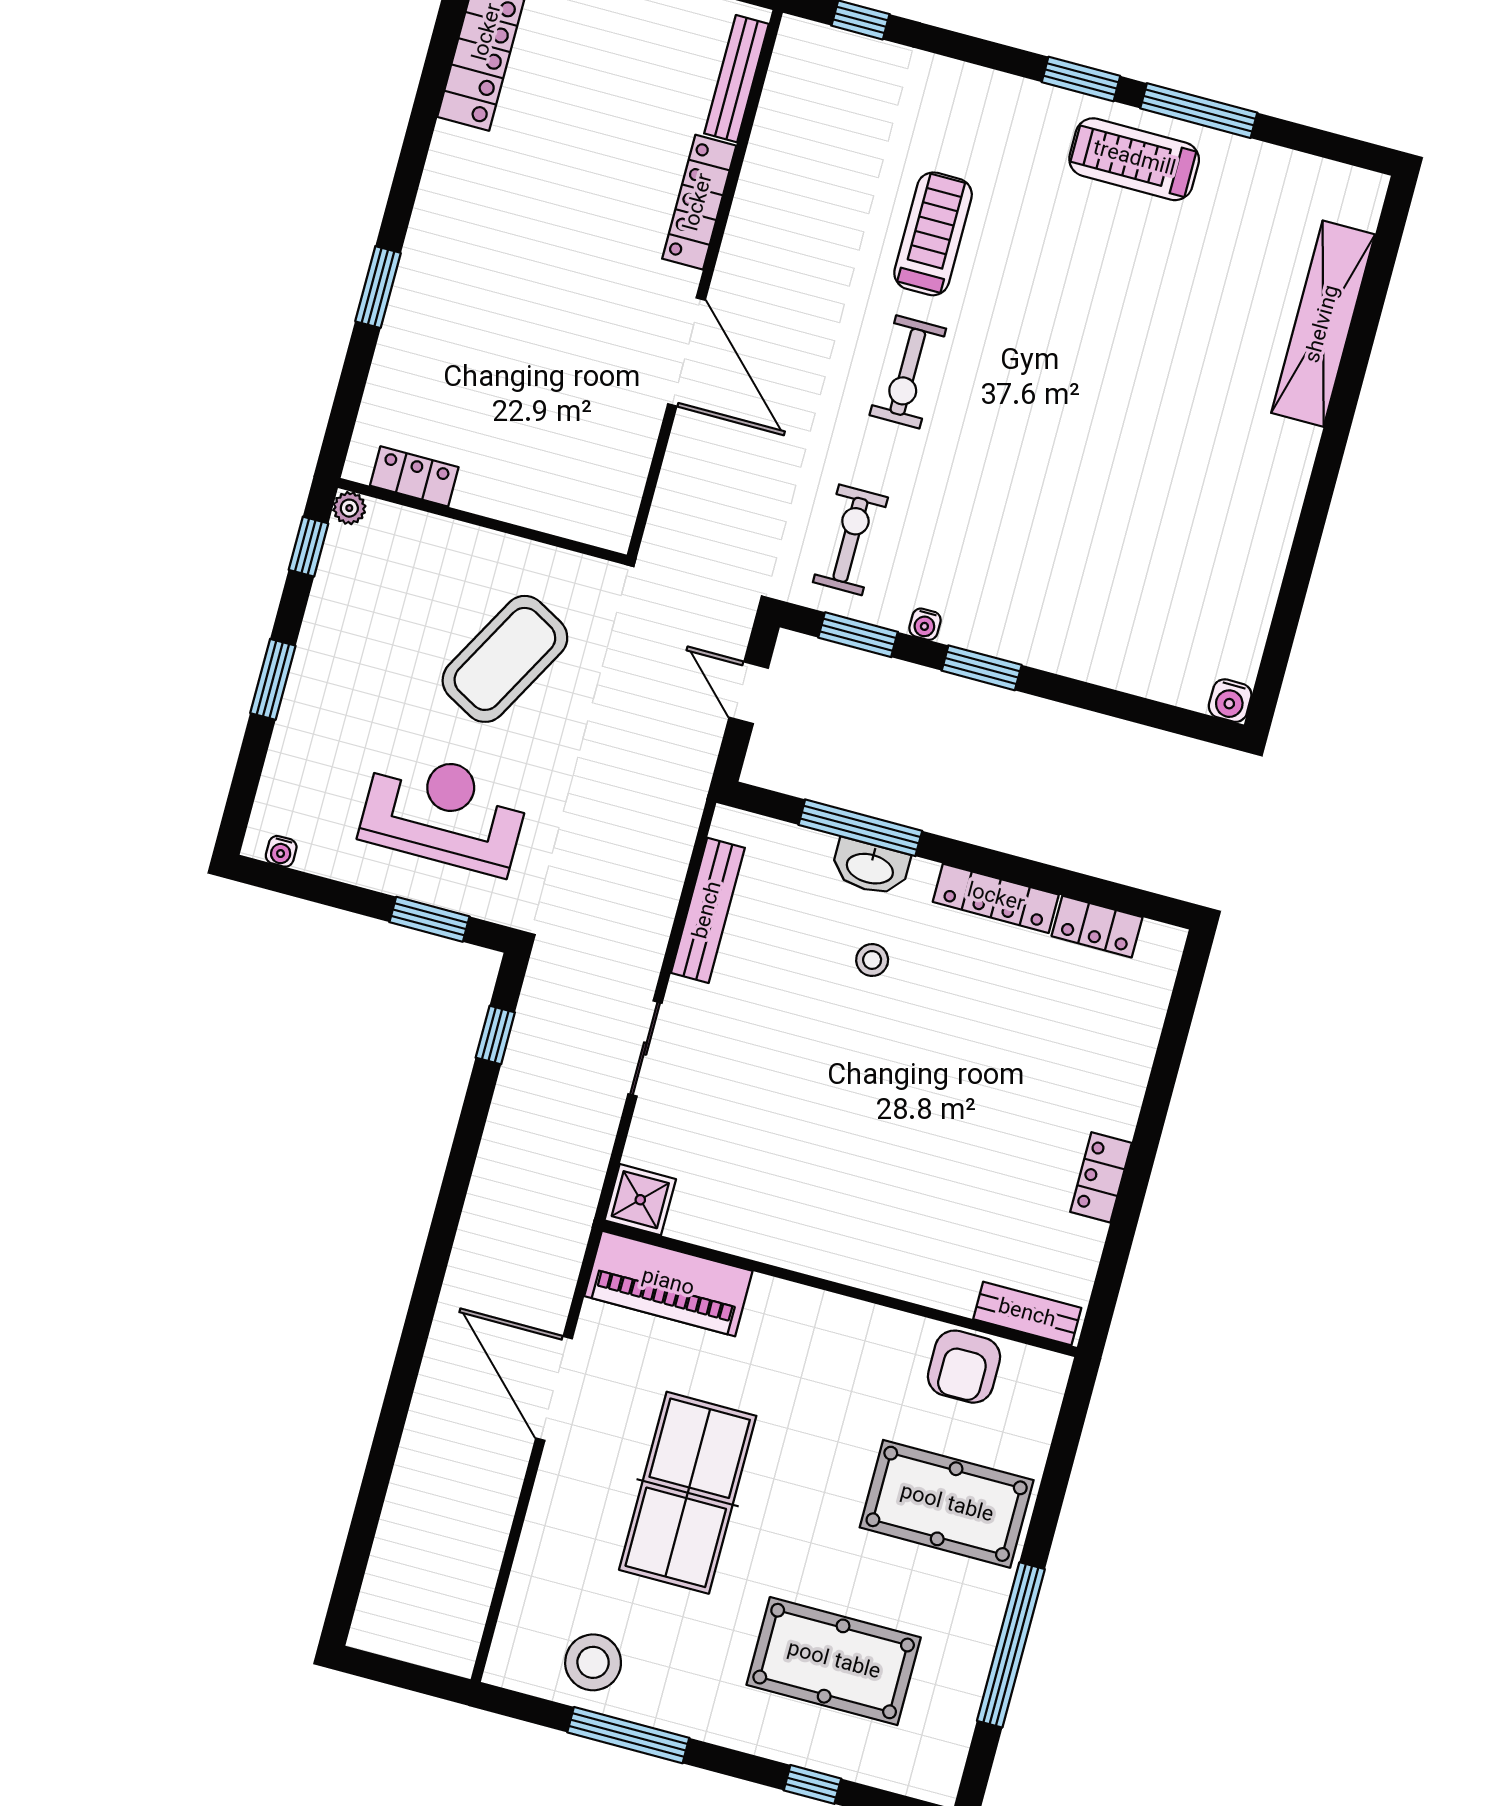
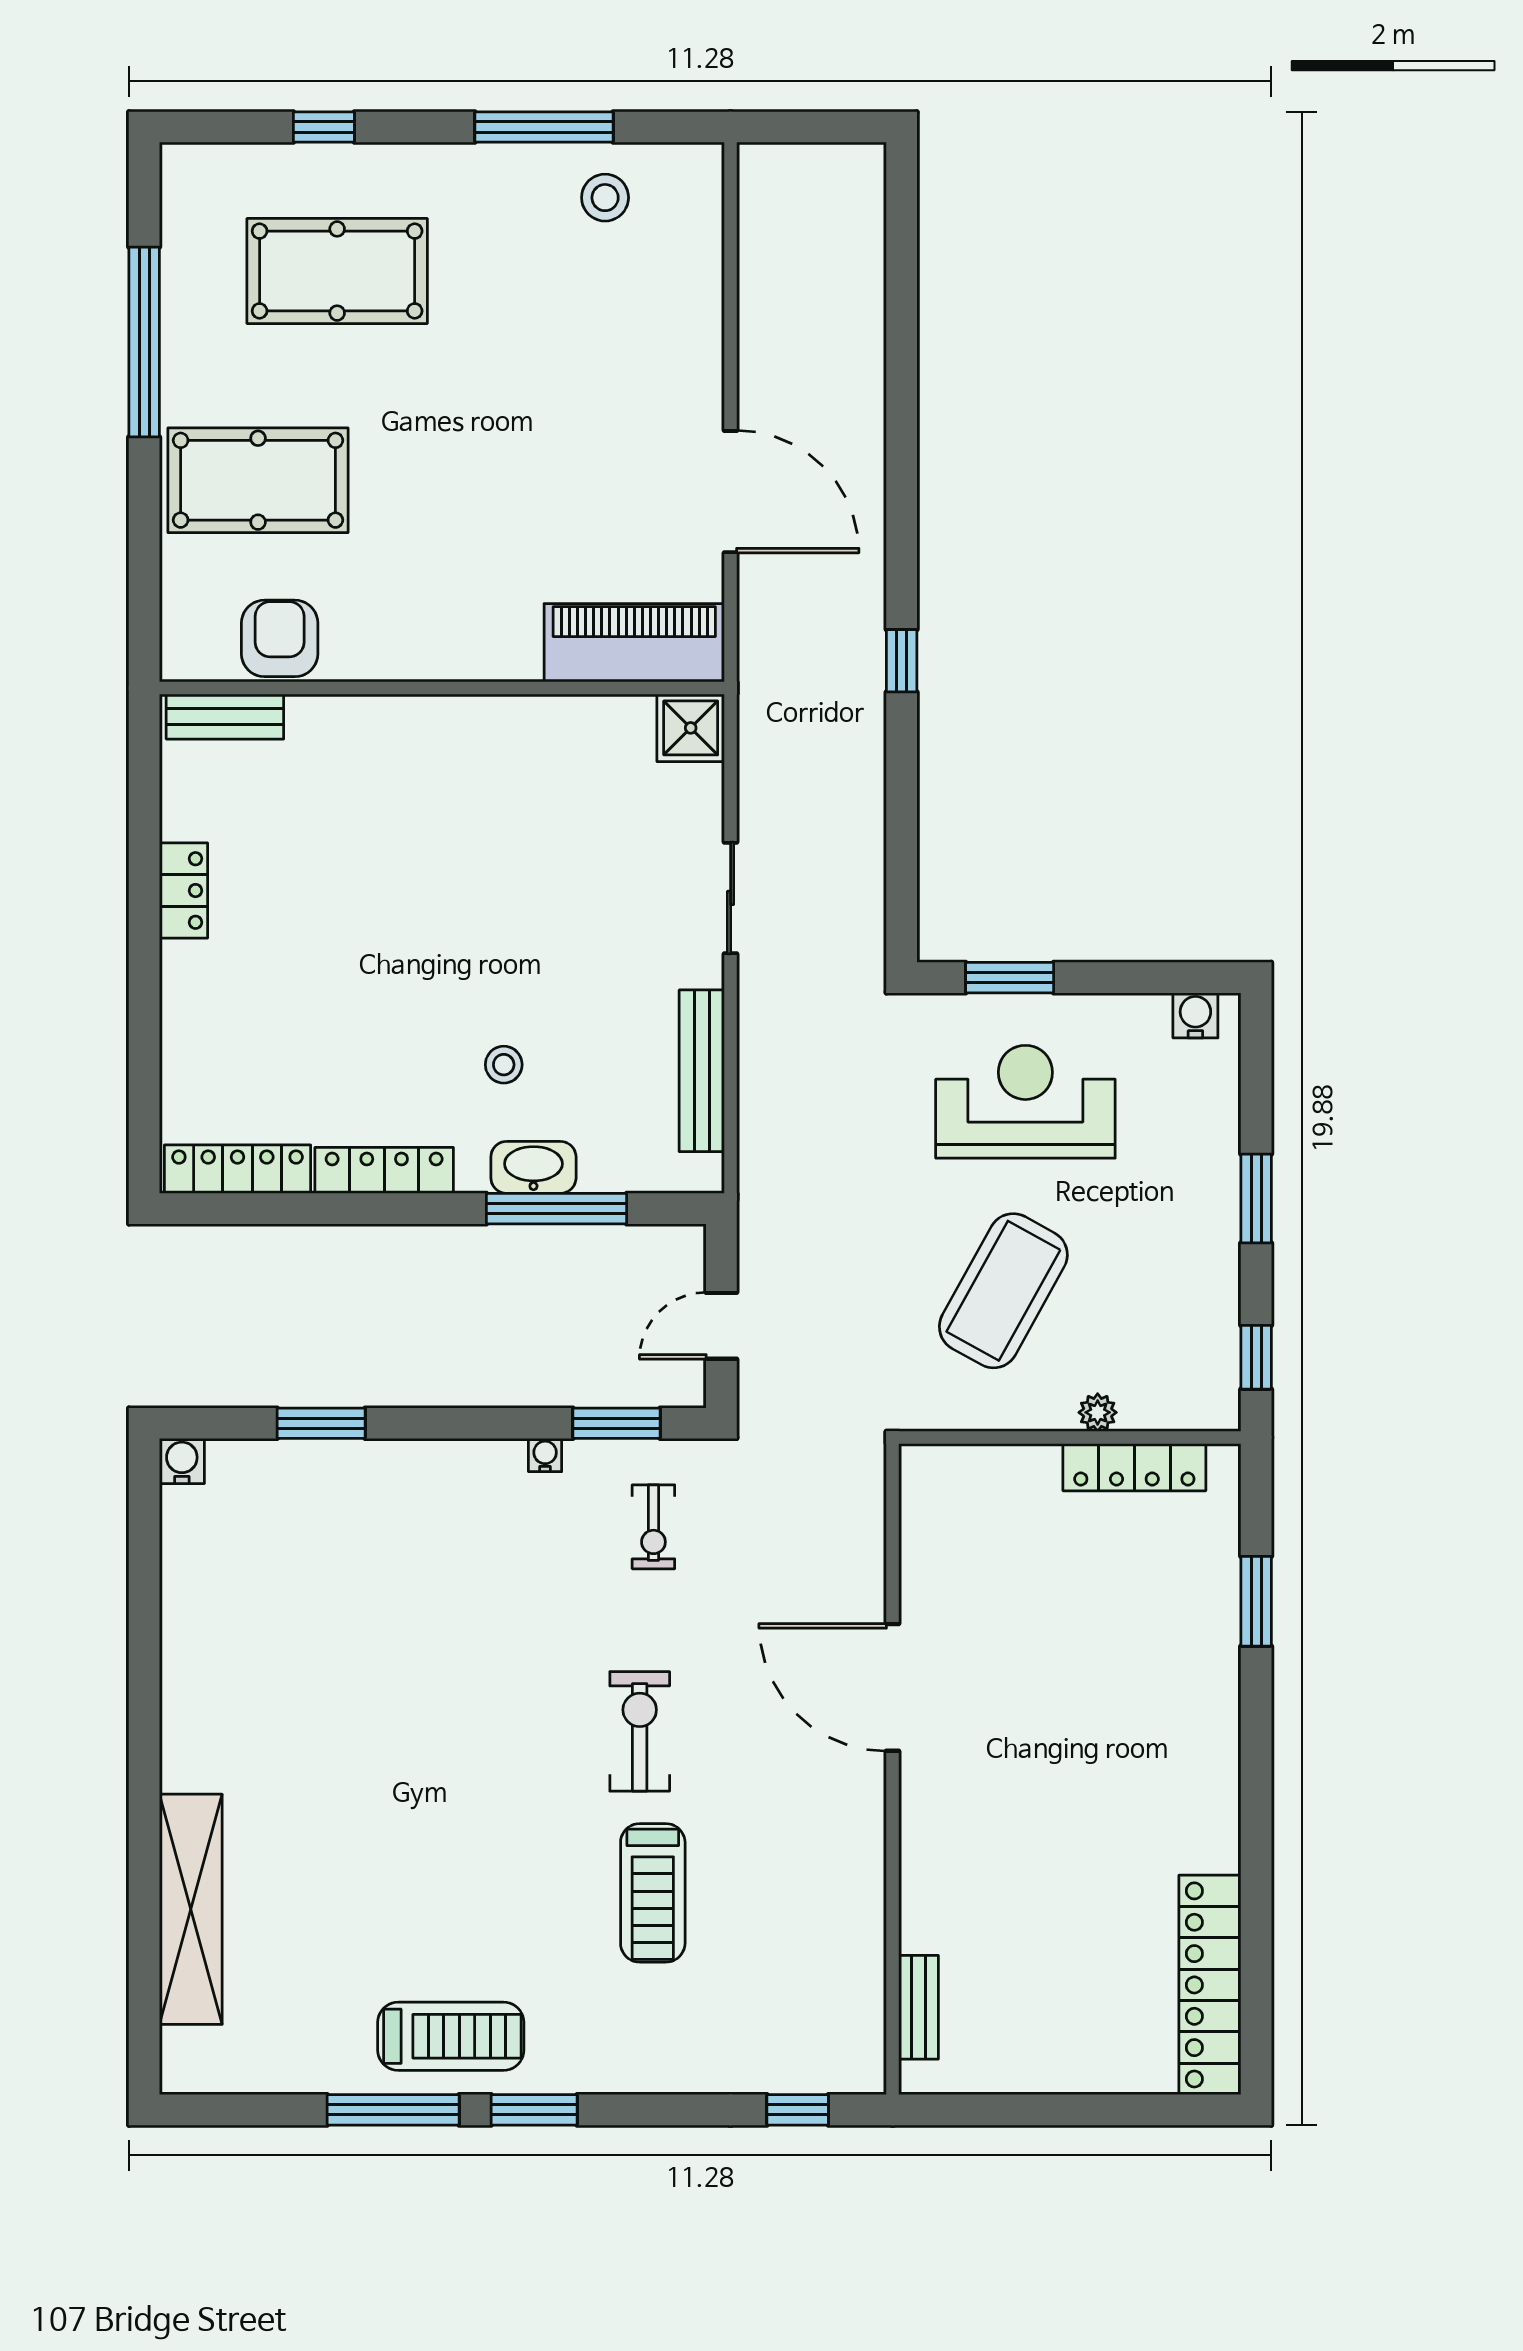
bench: (736, 79) -> (918, 2007), width x0.73
locker: (699, 202) -> (923, 1858), removed
window: (378, 287) -> (1256, 1601), moved
locker: (414, 476) -> (1134, 1467), width x1.53
plant: (349, 508) -> (1098, 1412), moved
exercise bike: (850, 540) -> (653, 1527), width x0.73, depth x0.72
window: (982, 668) -> (321, 1423), moved
door: (749, 693) -> (721, 1326), swing flipped
reception desk: (444, 812) -> (1025, 1102), turned 180
water cooler: (281, 851) -> (1195, 1015), width x1.38, depth x1.38
locker: (1097, 927) -> (237, 1169), width x1.53
window: (495, 1035) -> (902, 661), moved
table tennis table: (688, 1493) -> (550, 415), removed
stool: (593, 1662) -> (605, 198), width x0.73, depth x0.73

